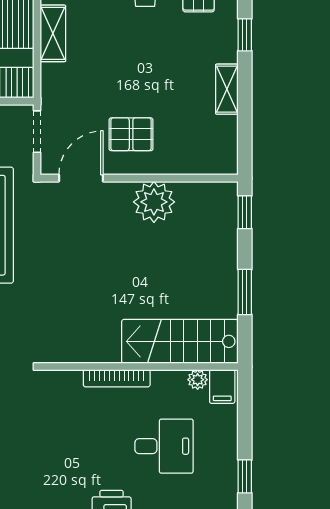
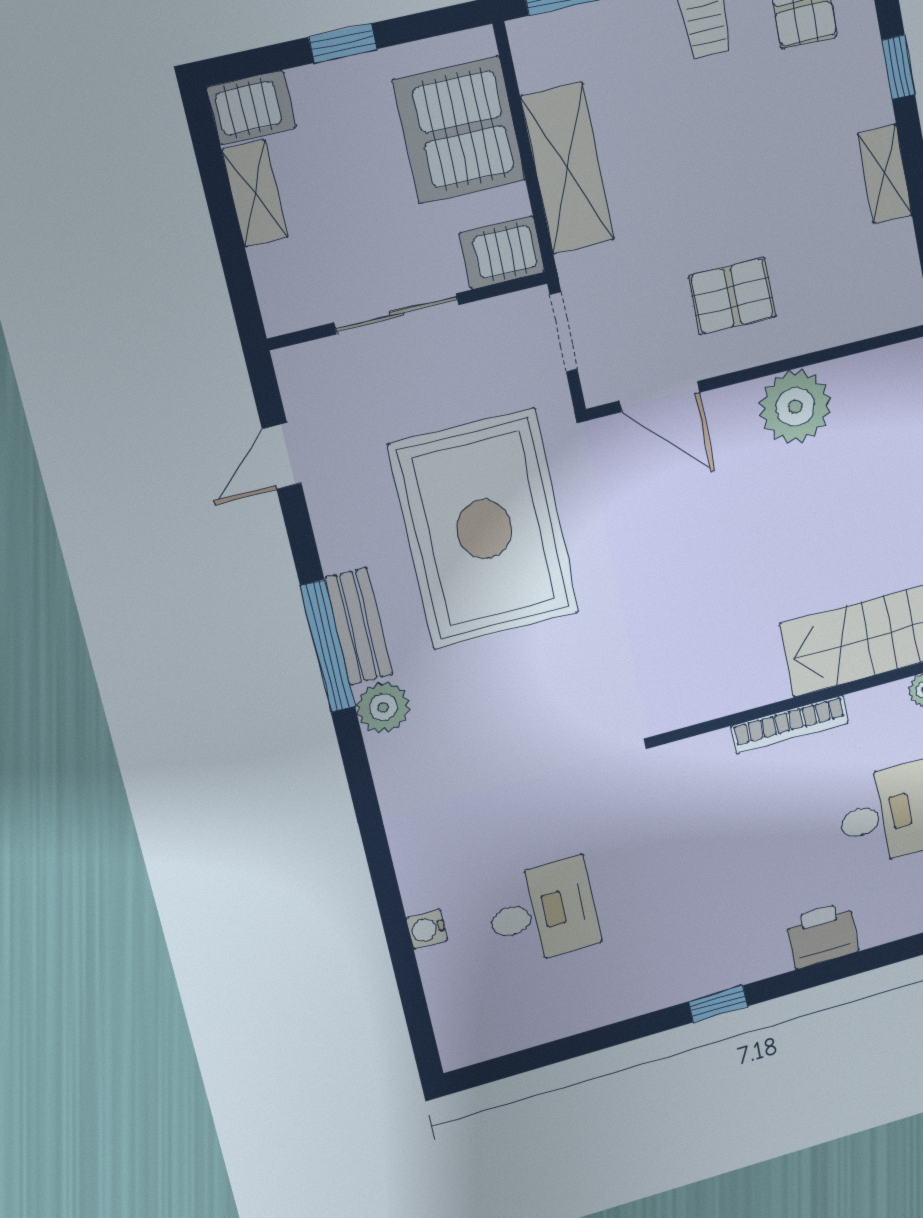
shelving: (53, 33) -> (568, 168), width x1.50, depth x1.33
door: (81, 178) -> (660, 397), swing flipped

